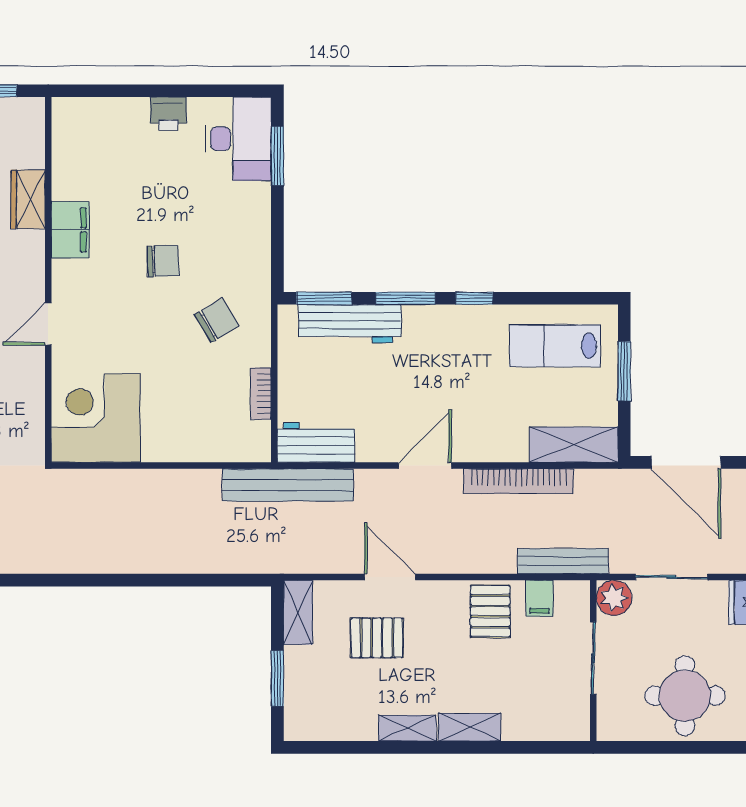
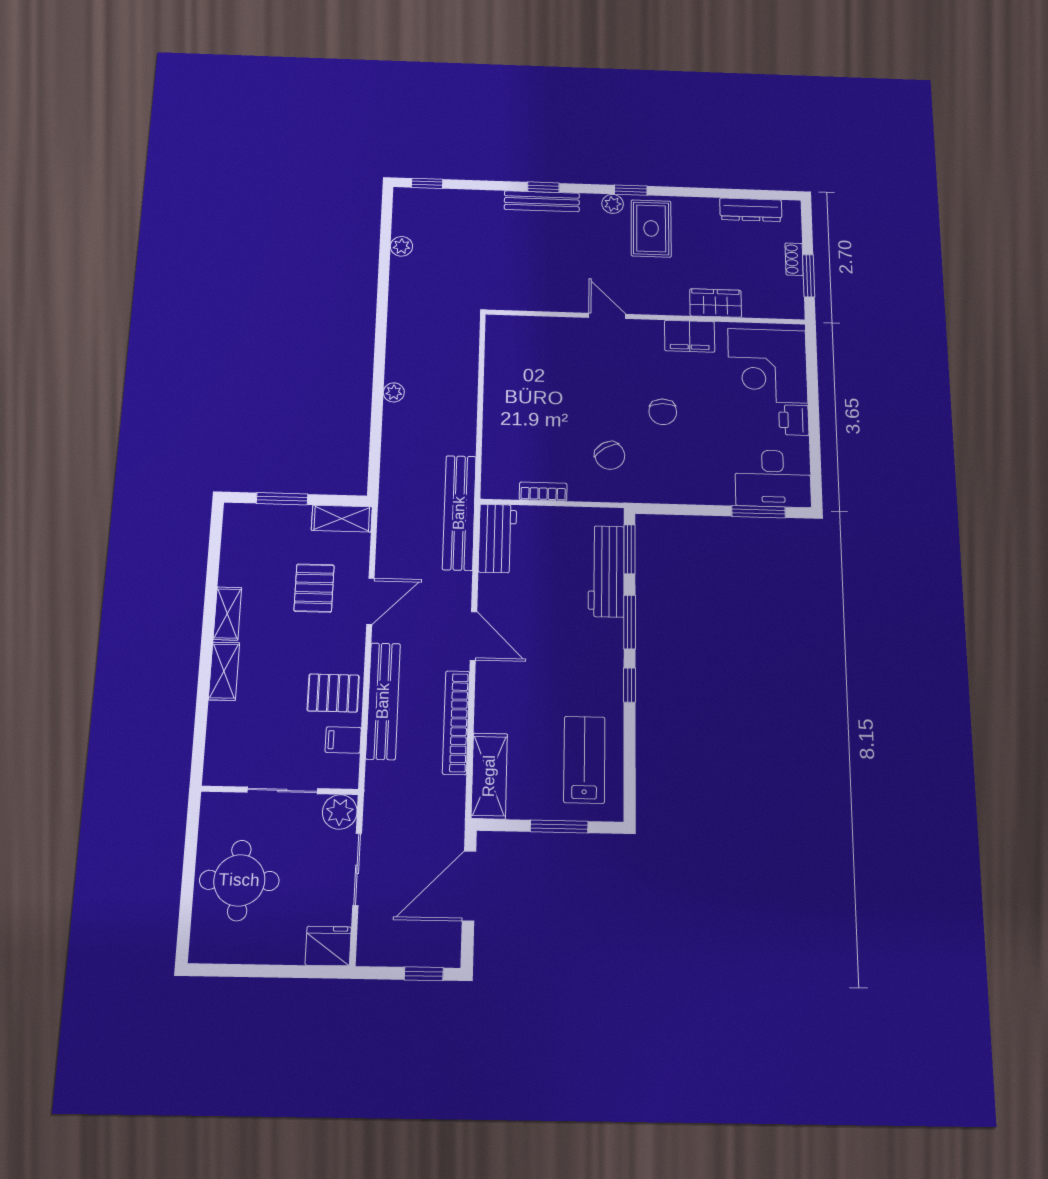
corner desk: (96, 418) -> (768, 366), moved, turned 180
bench: (563, 561) -> (383, 701), moved, width x1.37, depth x1.21
plant: (149, 562) -> (394, 392), added

